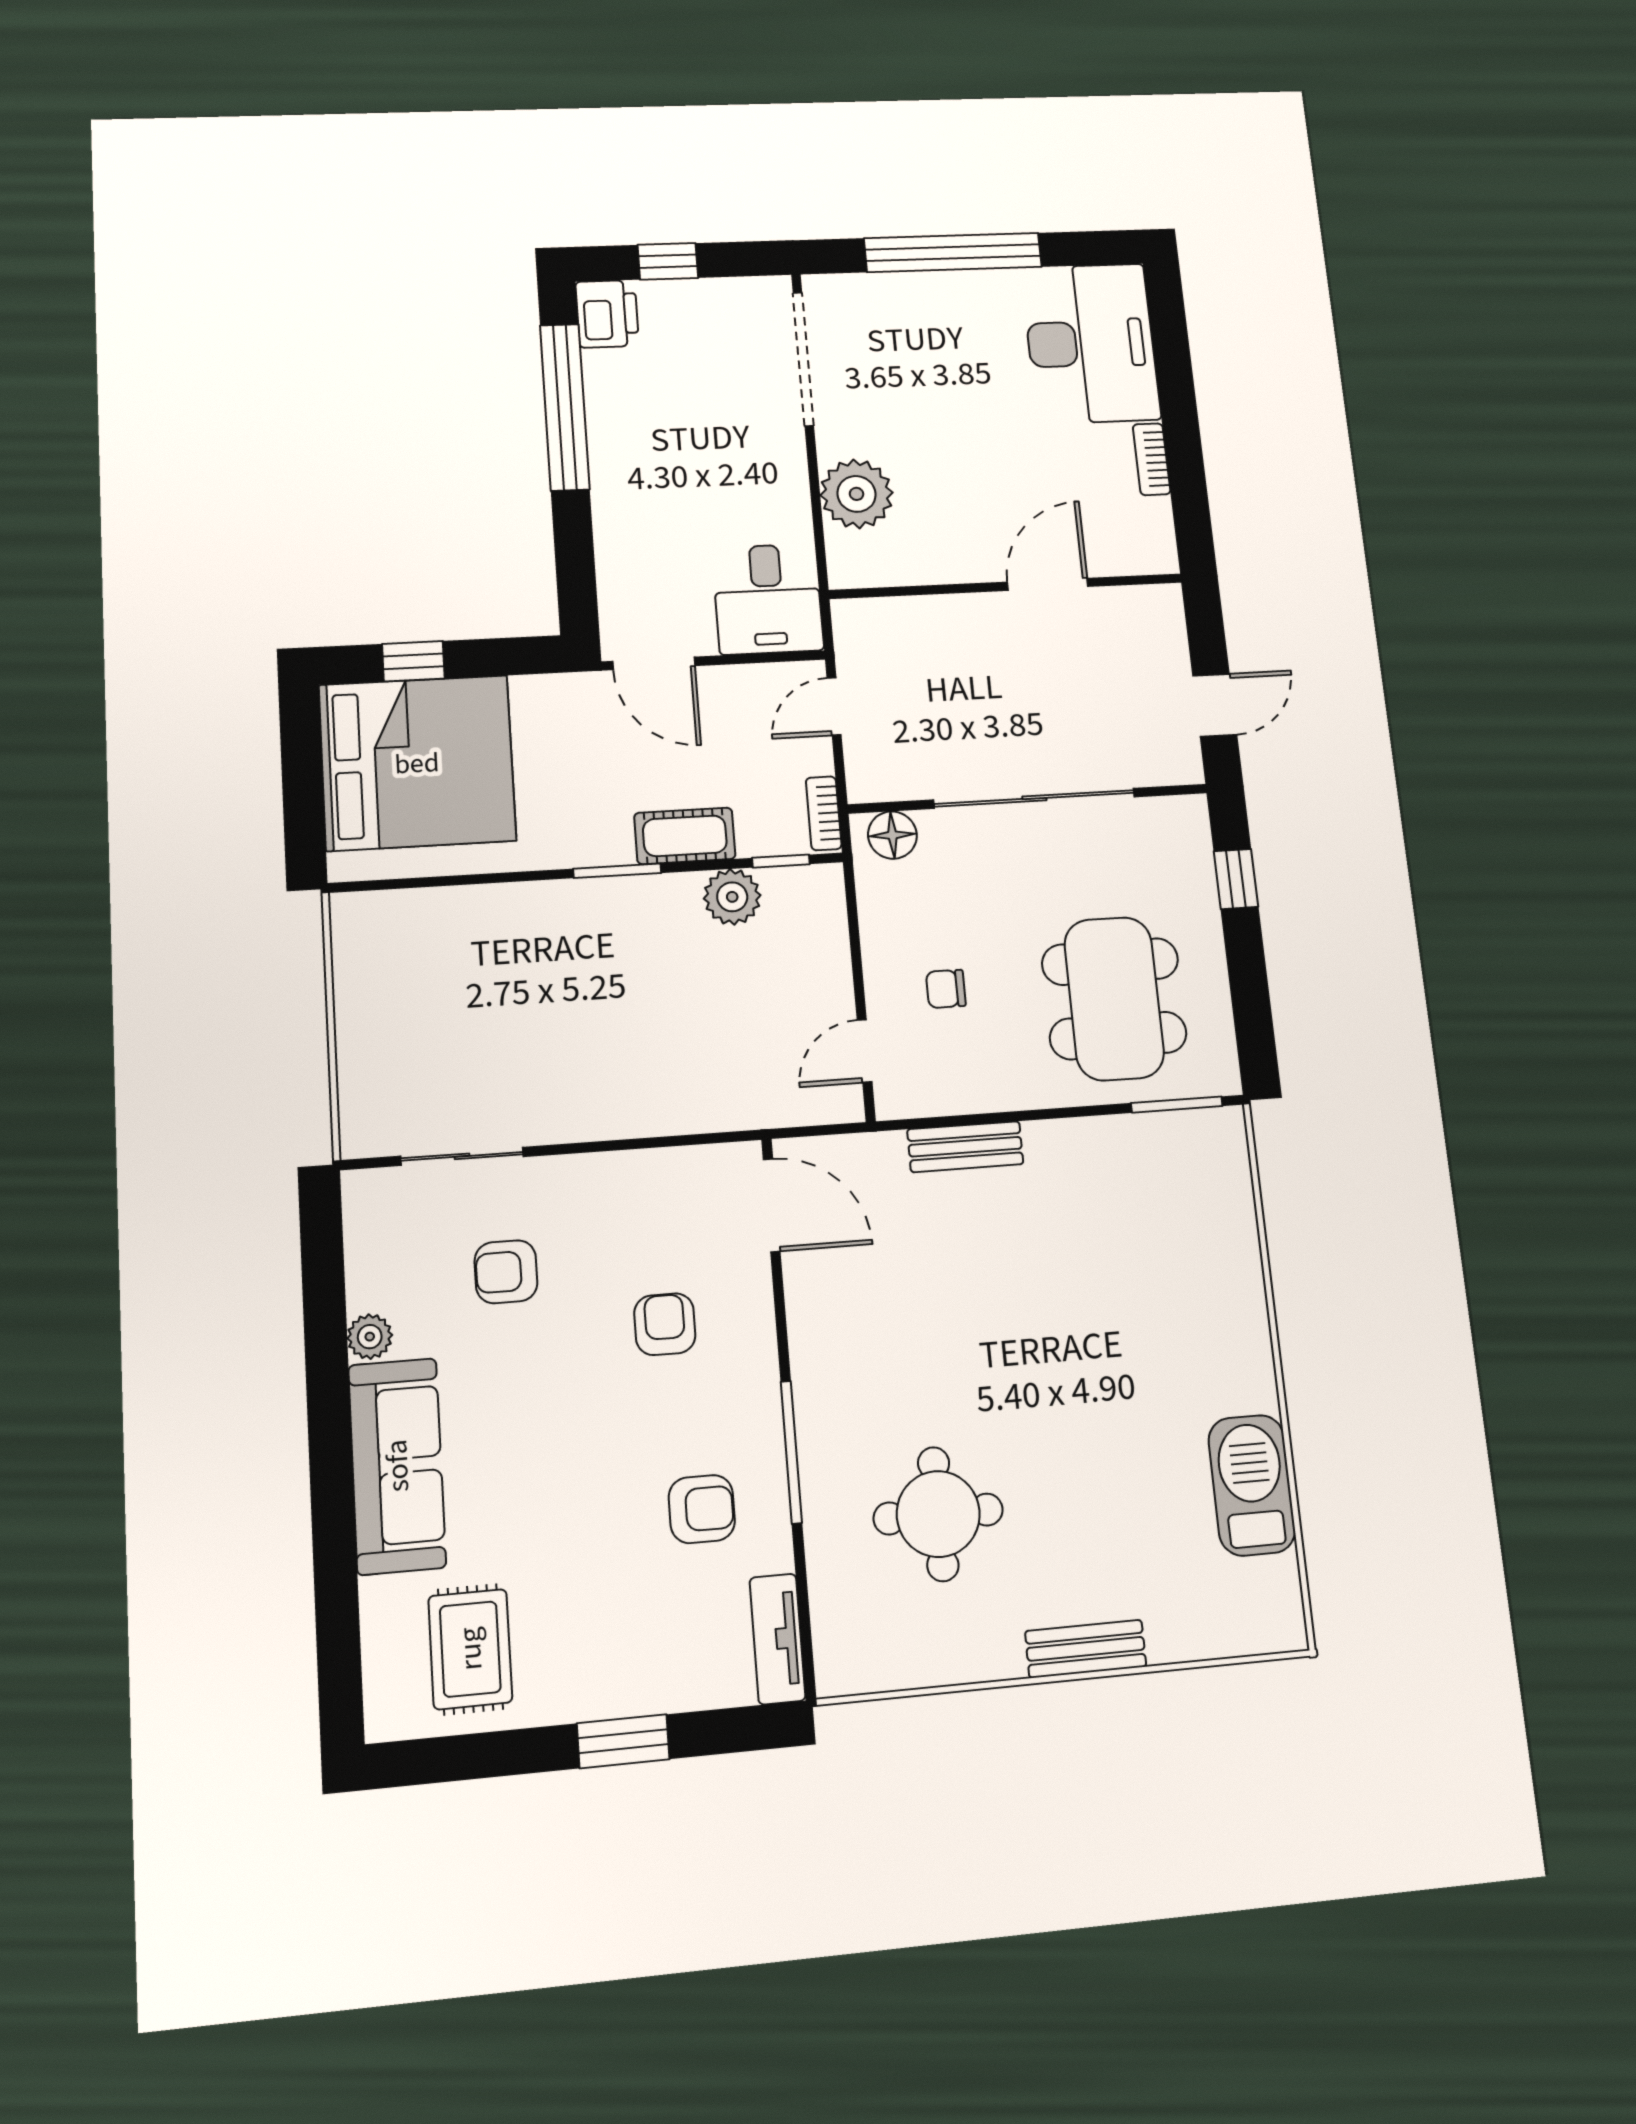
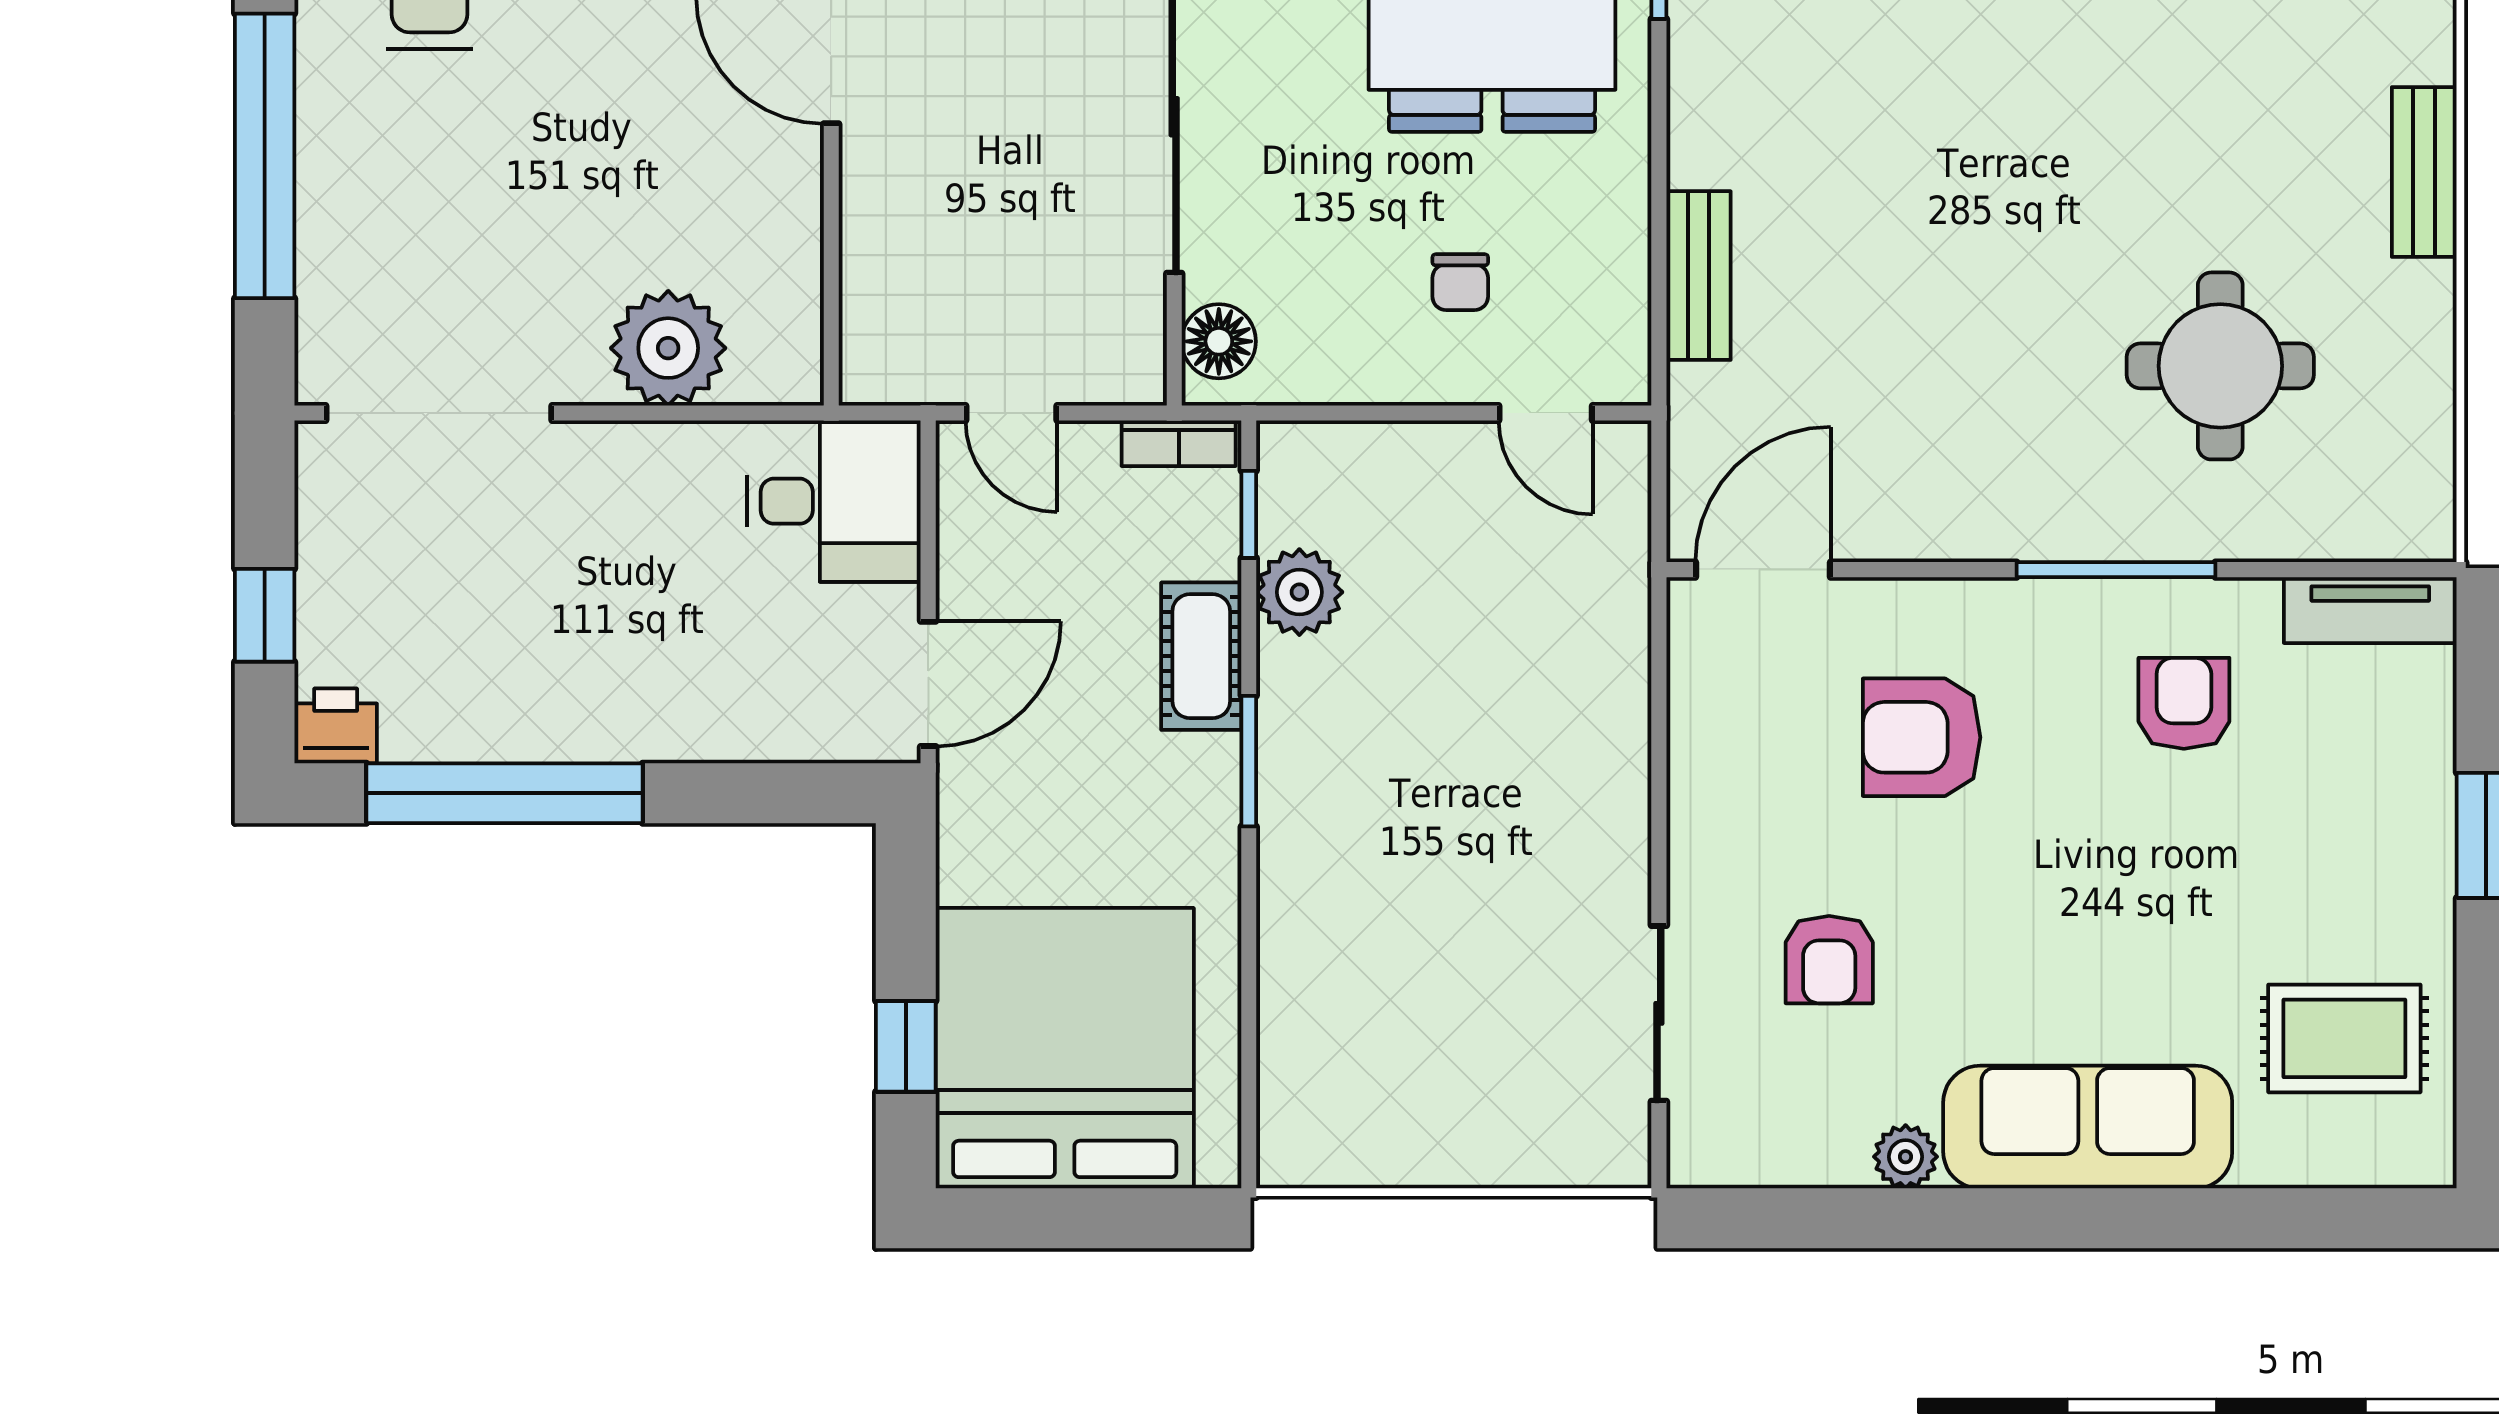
printer: (607, 314) -> (336, 726), width x0.73, depth x0.81
armchair: (665, 1324) -> (1922, 737), width x1.38, depth x1.38

